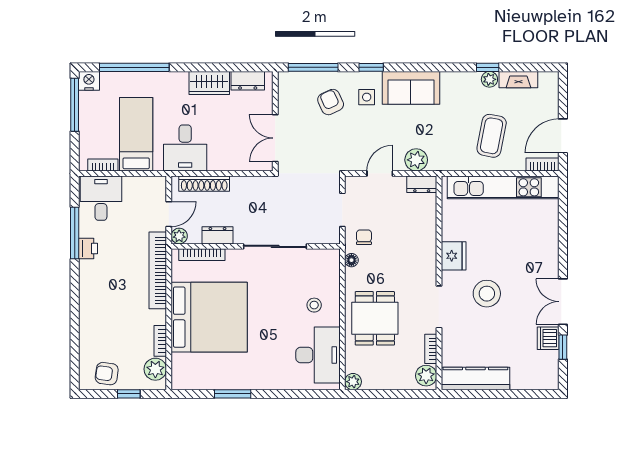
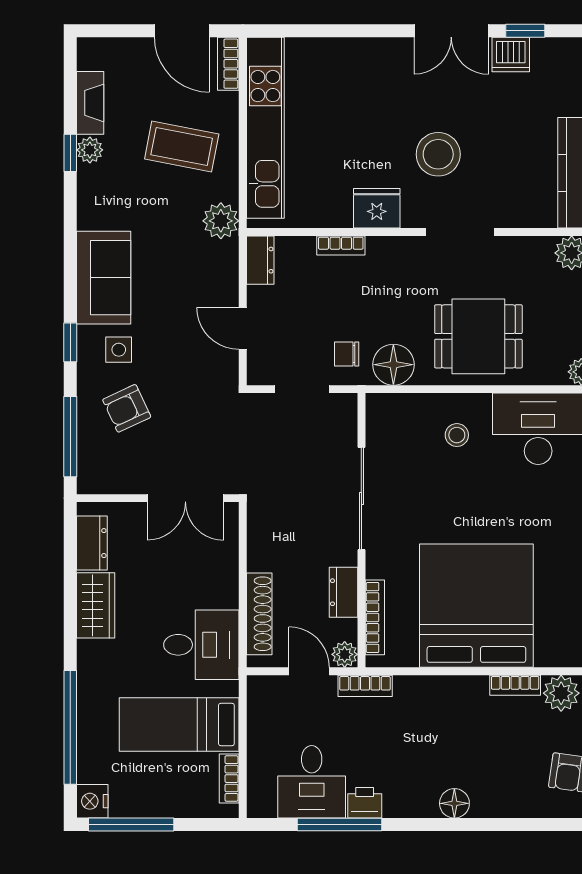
plant: (416, 160) -> (221, 221), moved
desk: (101, 198) -> (312, 782), moved, turned -90
floor lamp: (351, 260) -> (393, 365), width x1.89, depth x1.89
bookcase: (158, 270) -> (365, 686), width x0.43, depth x0.76
floor lamp: (88, 304) -> (454, 803), added
bookcase: (431, 349) -> (341, 245), moved

